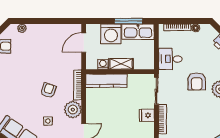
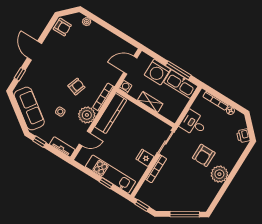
washing machine: (103, 64) -> (125, 87), moved
kitchen counter: (106, 81) -> (111, 113), moved, turned -90

